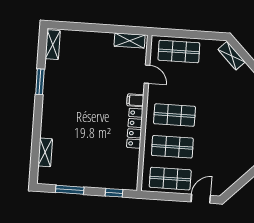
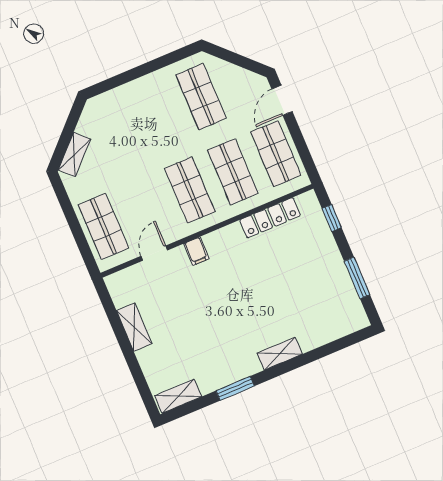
shelving: (130, 41) -> (134, 327), moved
locker: (135, 128) -> (270, 218), moved
shop shelf: (228, 151) -> (201, 97), added
shelving: (45, 152) -> (280, 354), moved
door: (201, 199) -> (282, 100), hinge flipped

